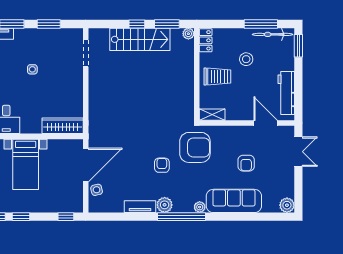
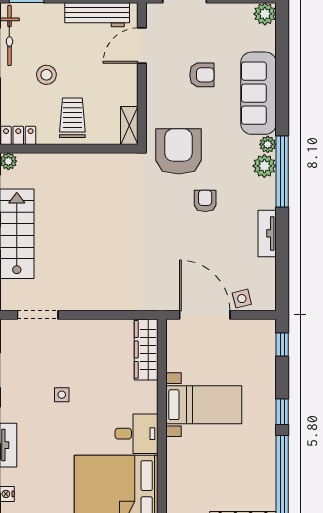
armchair: (162, 165) -> (205, 201), turned 90
plant: (165, 205) -> (264, 166), moved

